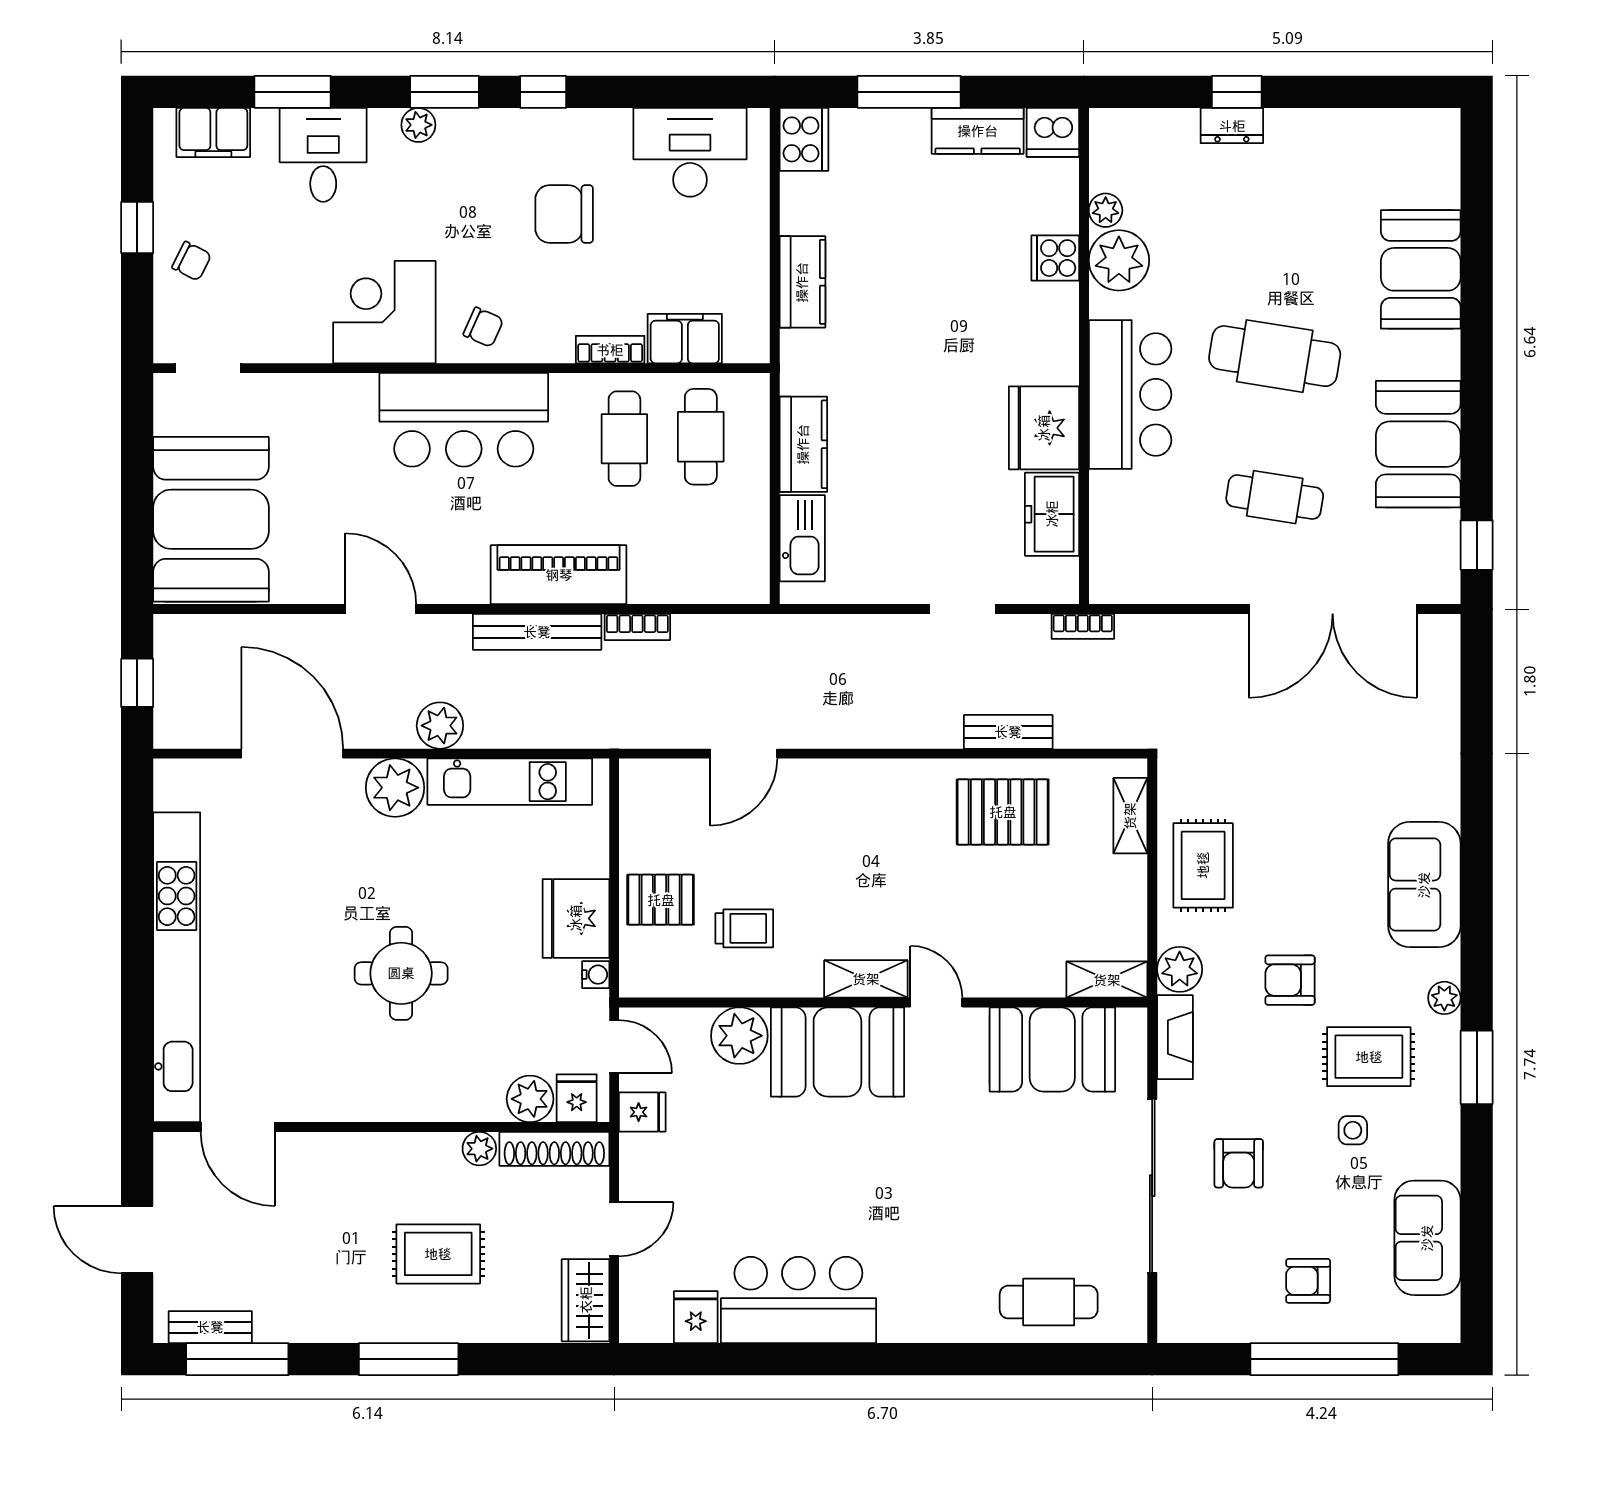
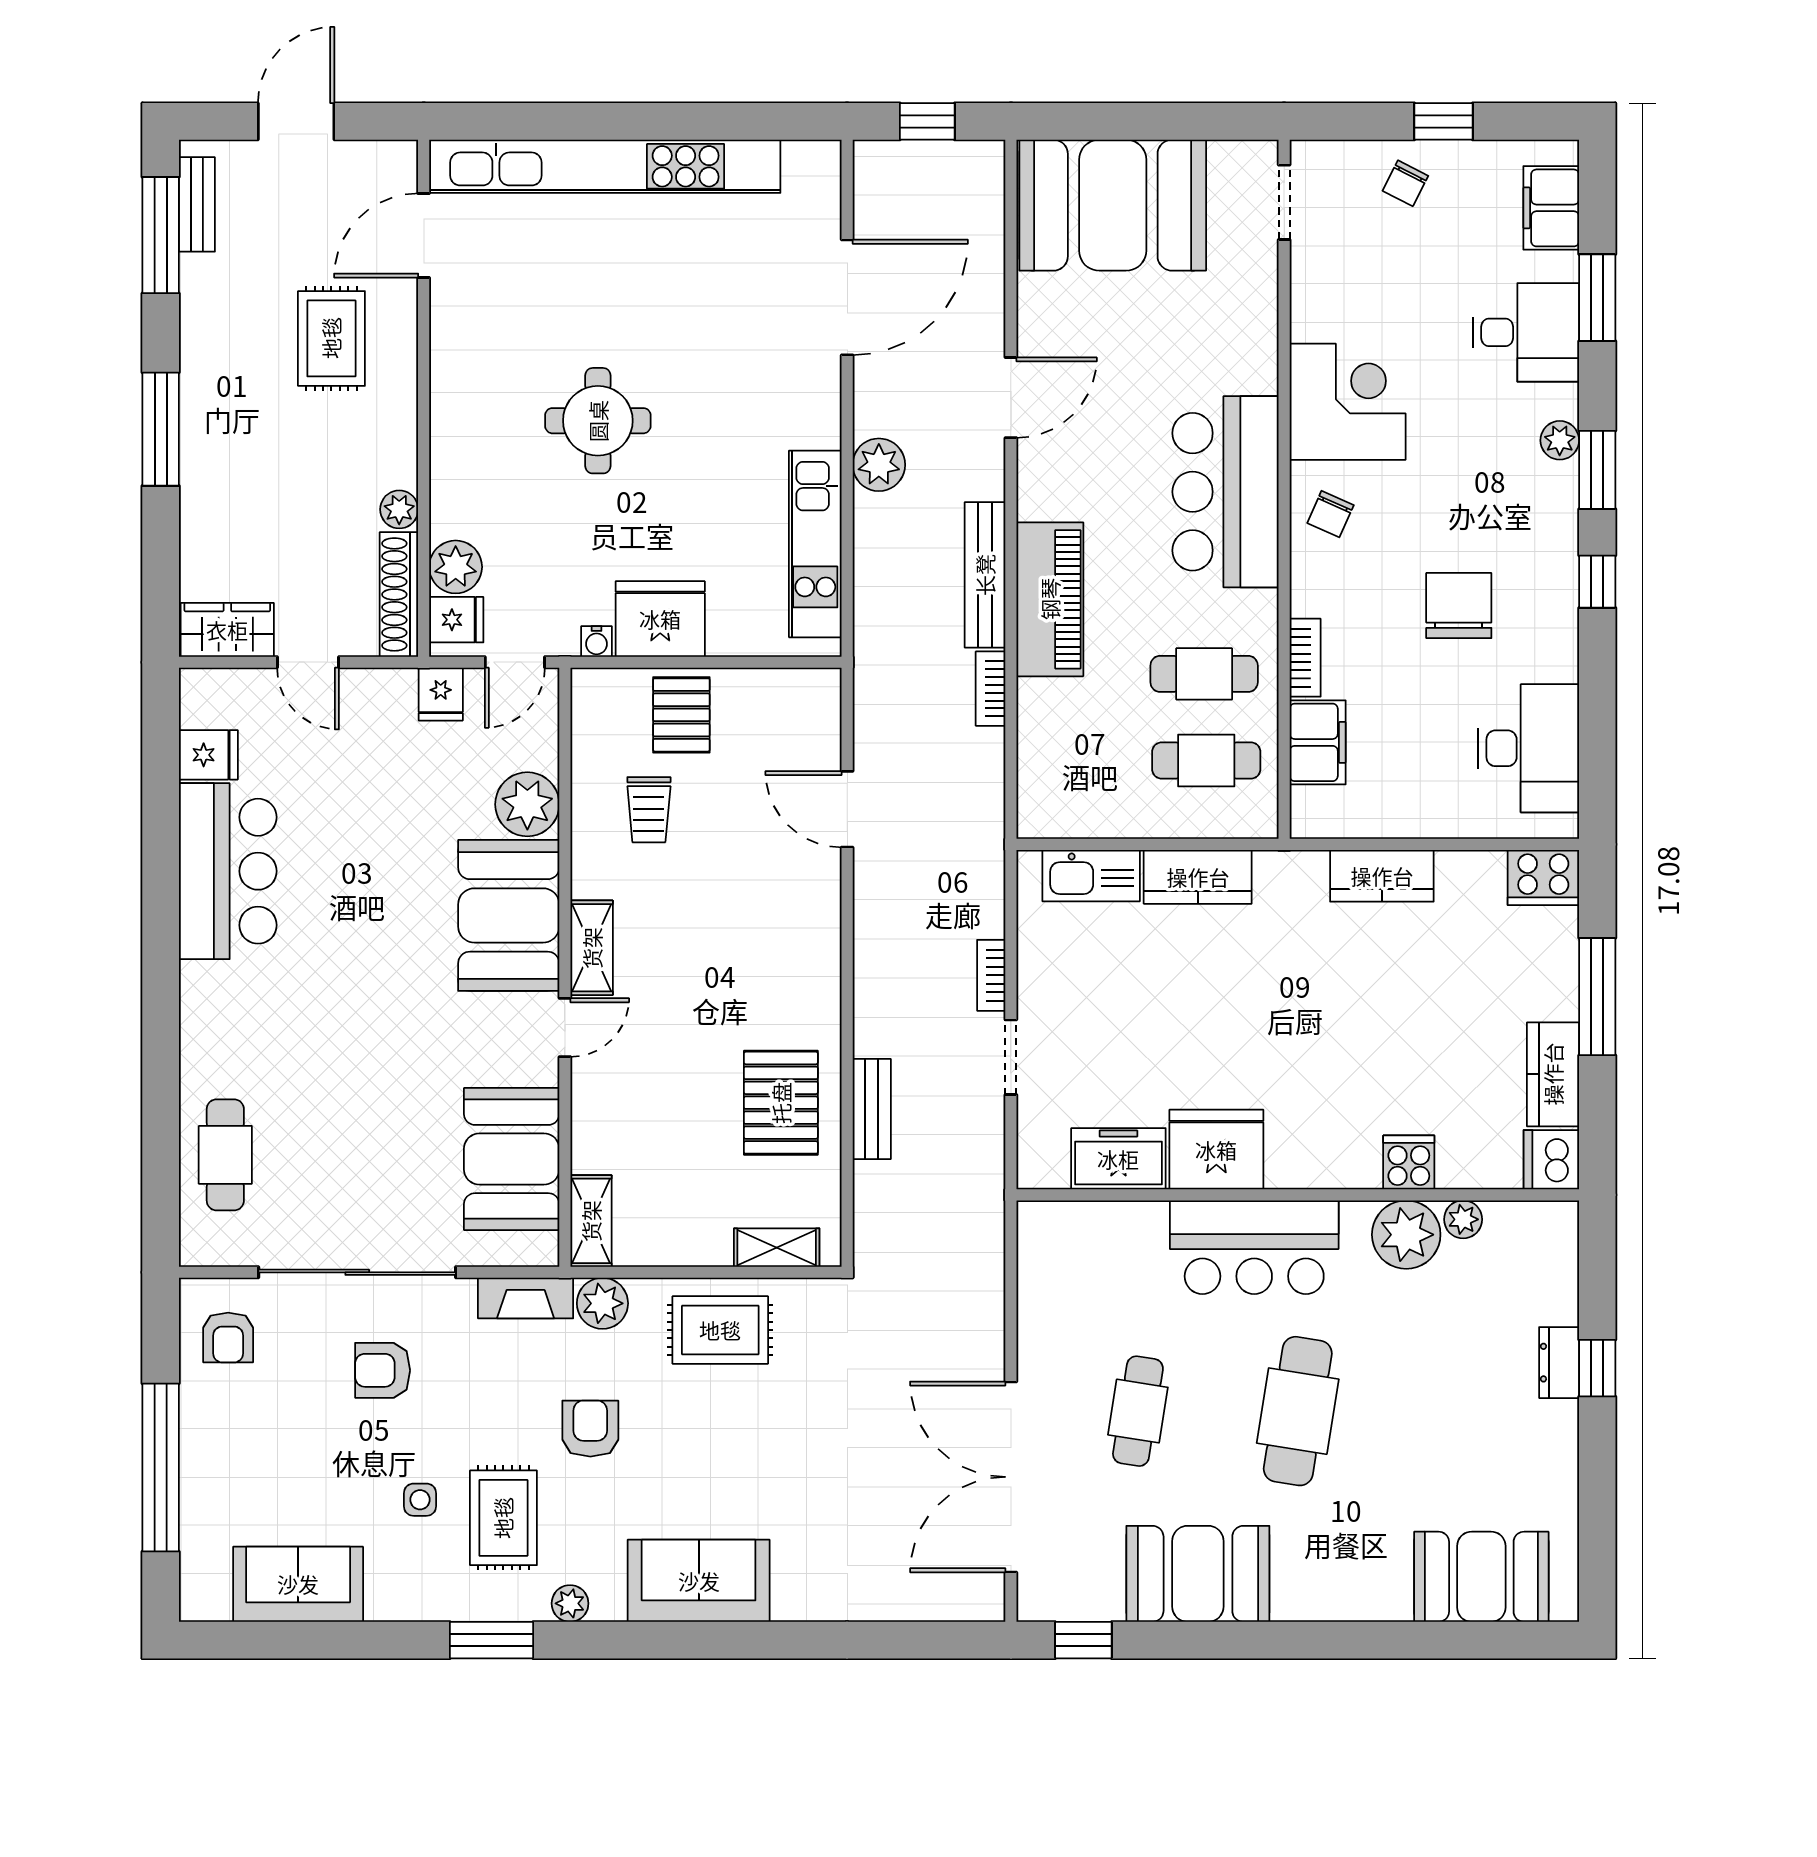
booth: (1421, 269) -> (1481, 1577), moved
bookcase: (1083, 626) -> (991, 975), moved
plant: (395, 788) -> (808, 414), removed
rug: (438, 1254) -> (331, 338), moved
armchair: (1308, 1281) -> (228, 1338), moved, turned 180

